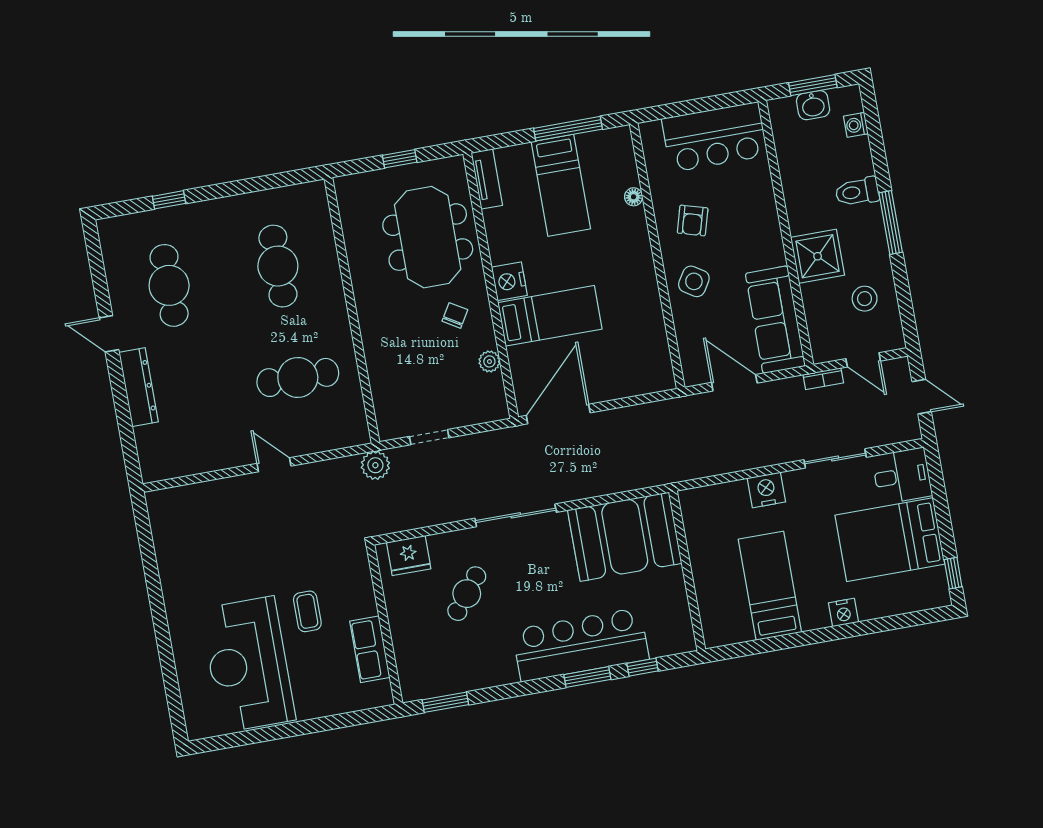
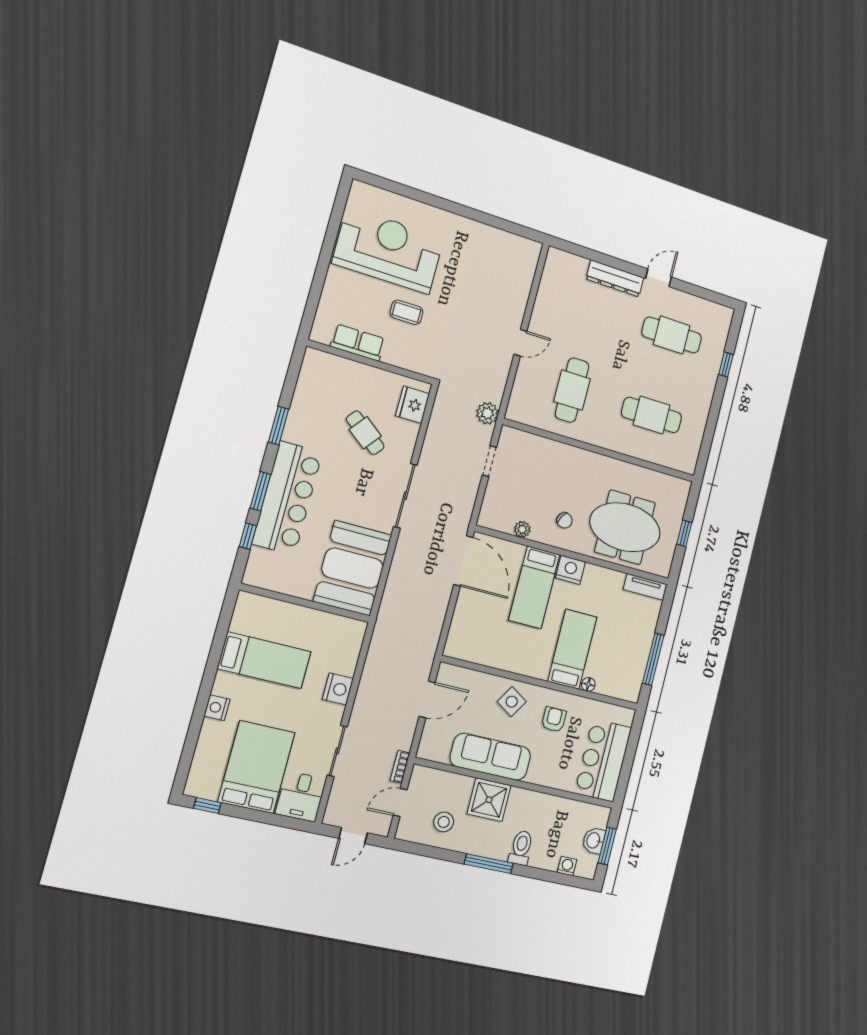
bed: (561, 185) -> (572, 649), moved, turned 90
armchair: (693, 220) -> (554, 719), turned 74
sofa: (775, 320) -> (490, 757), moved
window: (445, 702) -> (279, 426), moved

